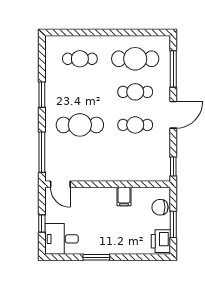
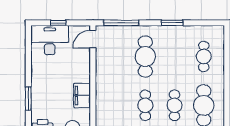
filing cabinet: (124, 197) -> (82, 95), width x2.00
desk: (61, 239) -> (50, 40), width x1.37
window: (96, 257) -> (28, 99), moved

